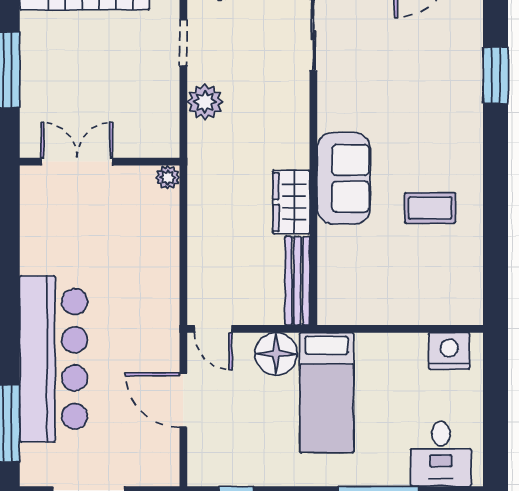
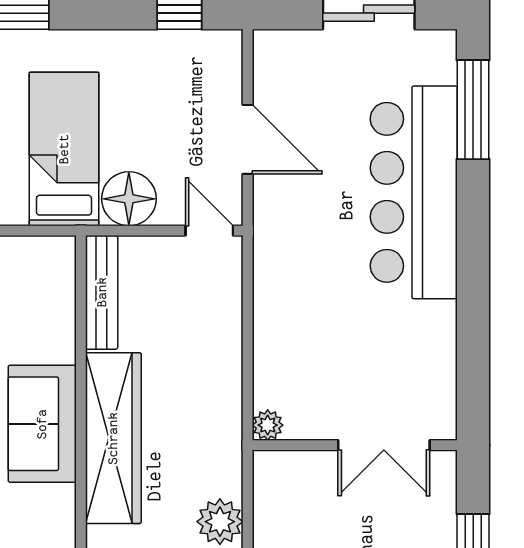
wardrobe: (291, 202) -> (113, 438), width x2.10, depth x1.17

